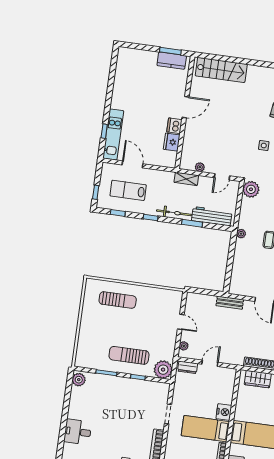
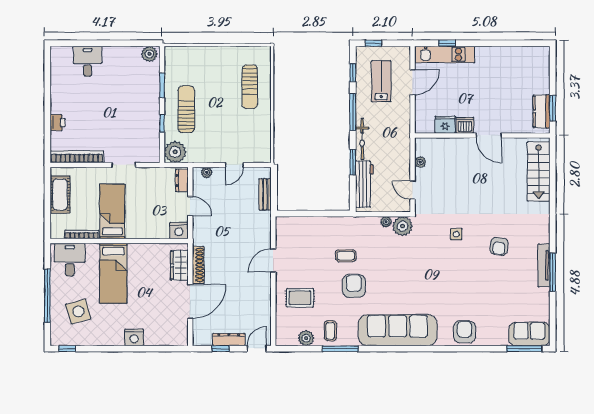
shelving: (186, 179) -> (404, 148), removed
window: (151, 217) -> (353, 112), width x2.17
plant: (241, 234) -> (386, 222), moved
bench: (230, 303) -> (265, 194), moved
nightstand: (224, 412) -> (179, 231), moved

